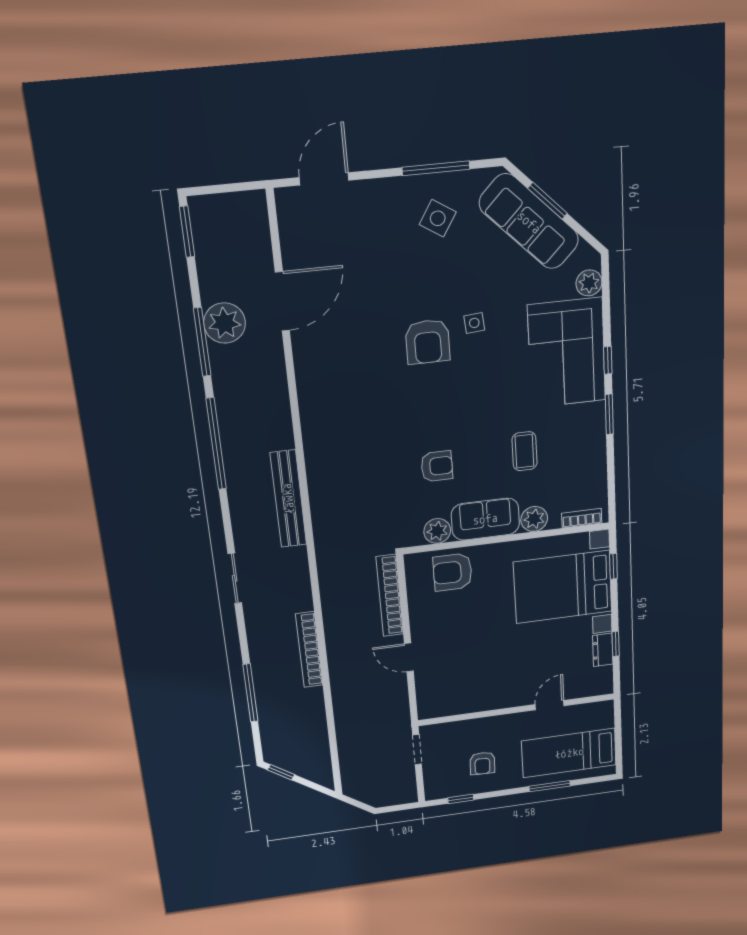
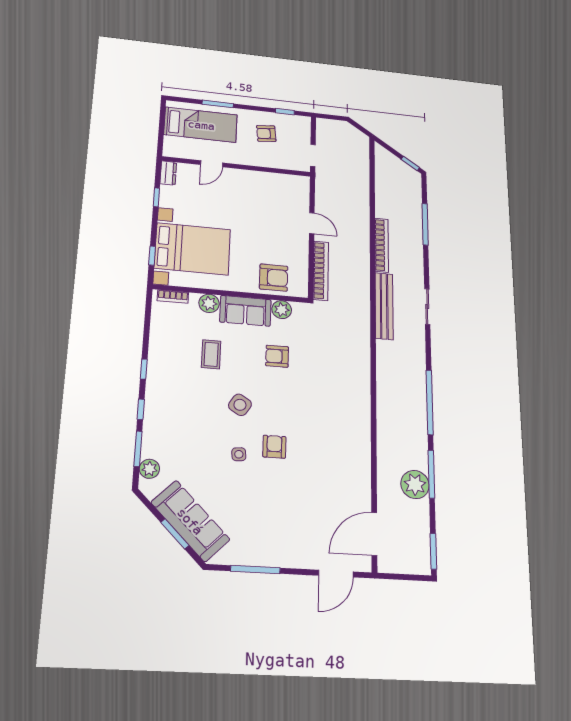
side table: (438, 218) -> (240, 405), moved
door: (282, 301) -> (374, 534), moved
window: (606, 307) -> (138, 449), added
armchair: (428, 342) -> (274, 447), width x0.72, depth x0.72
corner sofa: (567, 353) -> (172, 420), removed
window: (609, 414) -> (144, 369), width x0.67
bench: (288, 499) -> (384, 306), moved
dresser: (603, 650) -> (168, 173), moved
armchair: (482, 763) -> (266, 134), turned -99

